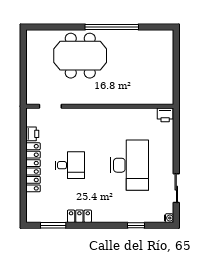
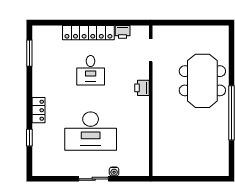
printer: (165, 115) -> (142, 88), moved
sliding door: (176, 188) -> (94, 179), moved
locker: (79, 216) -> (39, 110), moved
water cooler: (169, 218) -> (114, 171), moved

